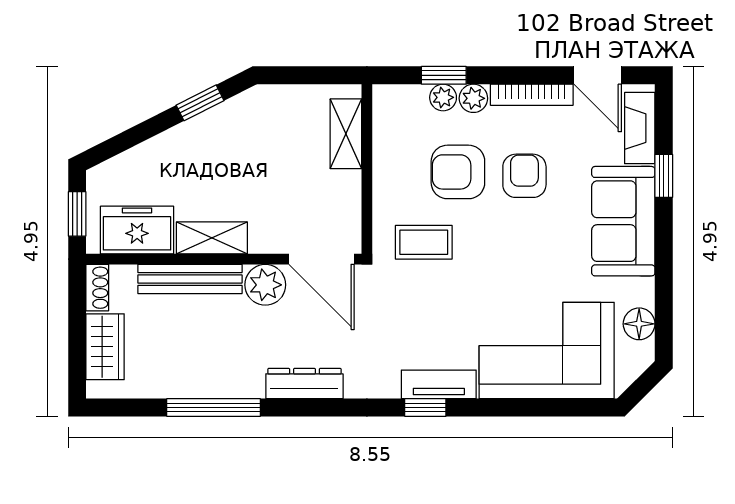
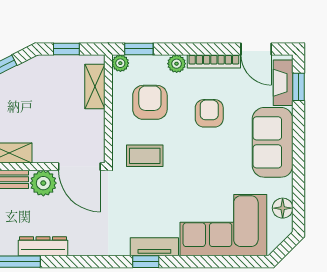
window: (301, 75) -> (66, 49), added
window: (444, 75) -> (139, 49), moved
plant: (443, 97) -> (120, 63), moved
armchair: (458, 172) -> (150, 102), moved, turned 90
window: (664, 176) -> (298, 87), moved
dresser: (304, 384) -> (43, 246), moved

